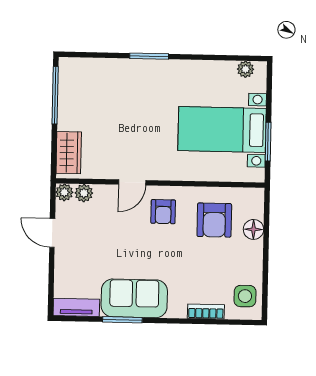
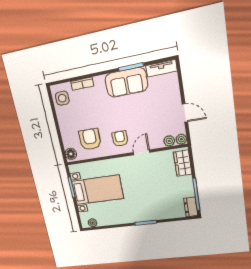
dresser: (68, 74) -> (191, 207), added
floor lamp: (254, 229) -> (71, 154), moved

